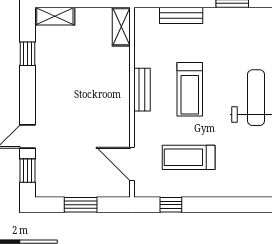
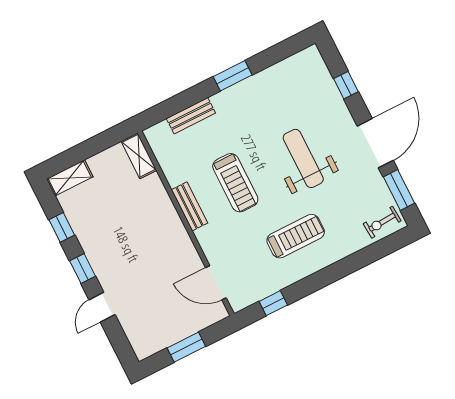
treadmill: (189, 157) -> (296, 236), moved, turned 180
window: (28, 171) -> (83, 269), moved

